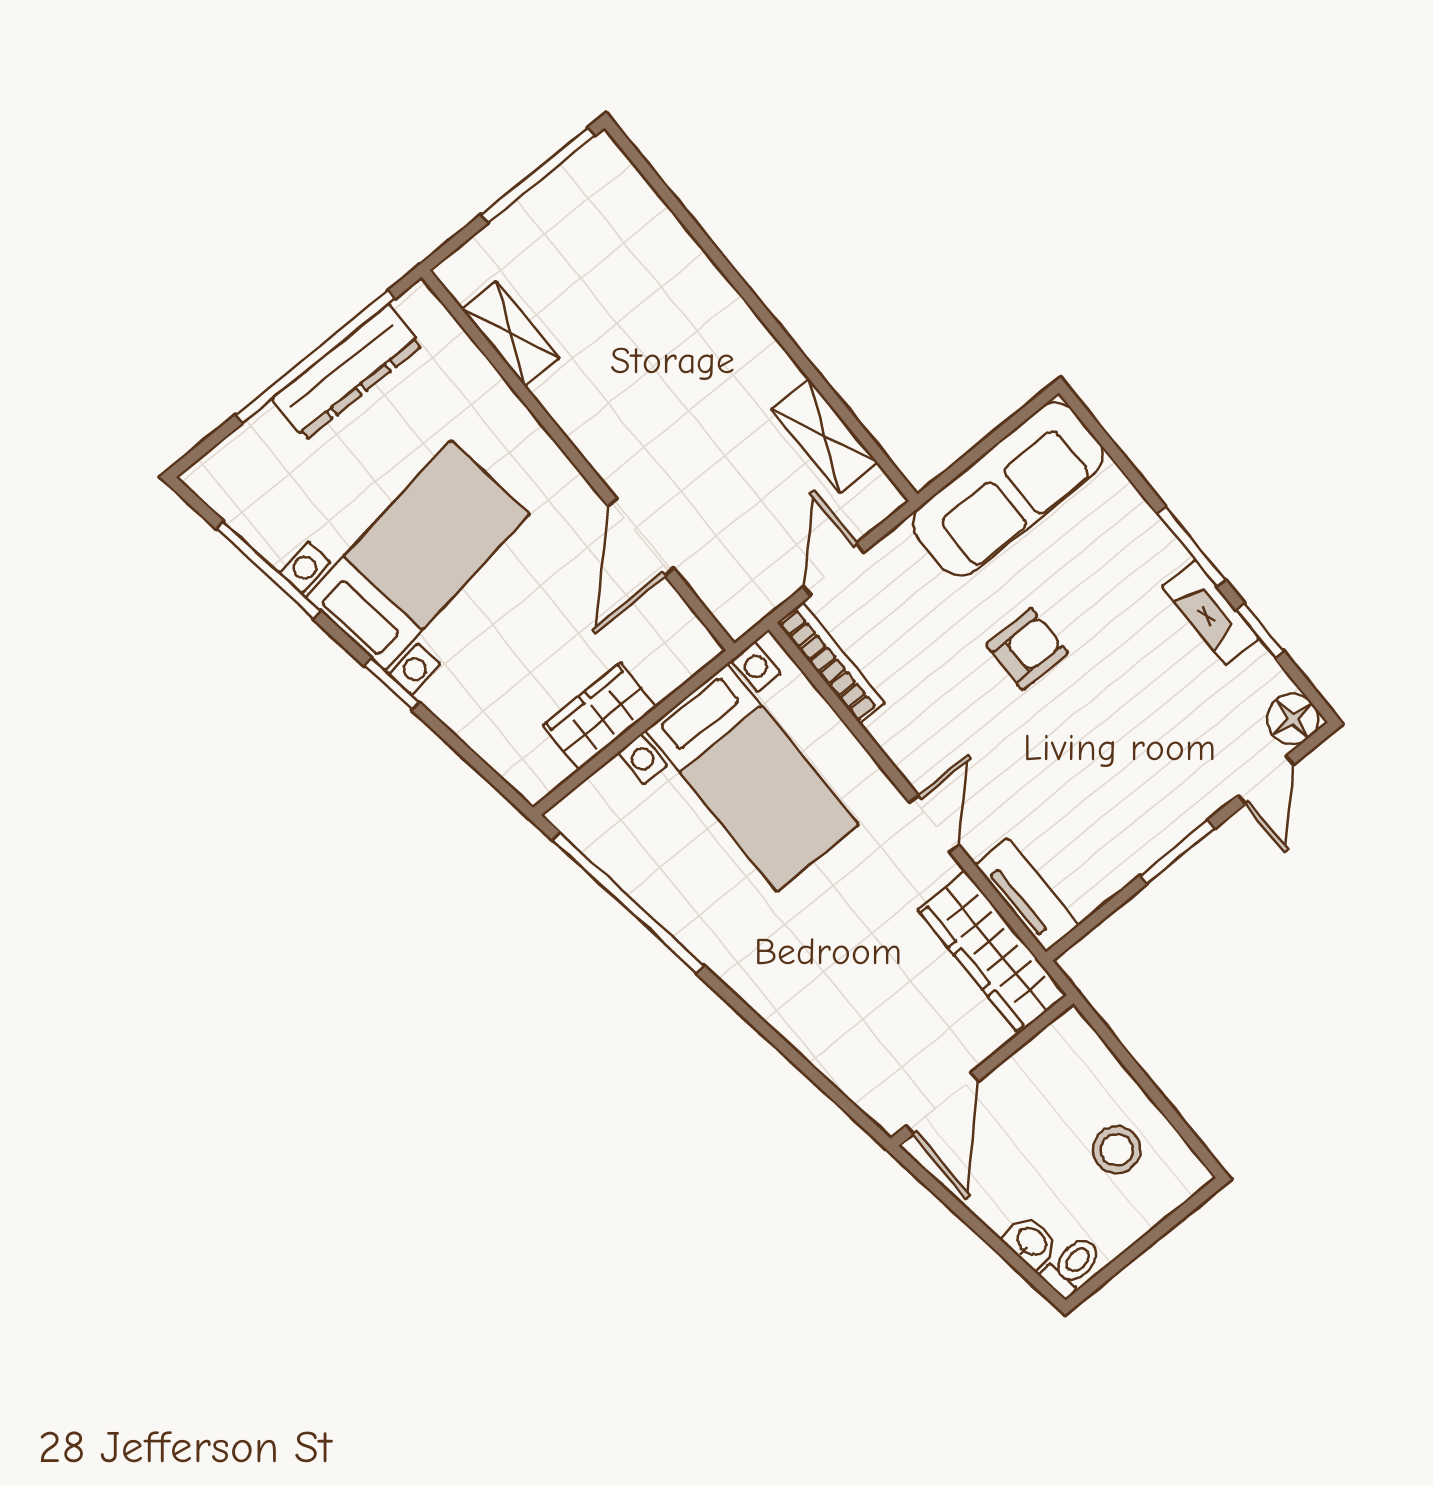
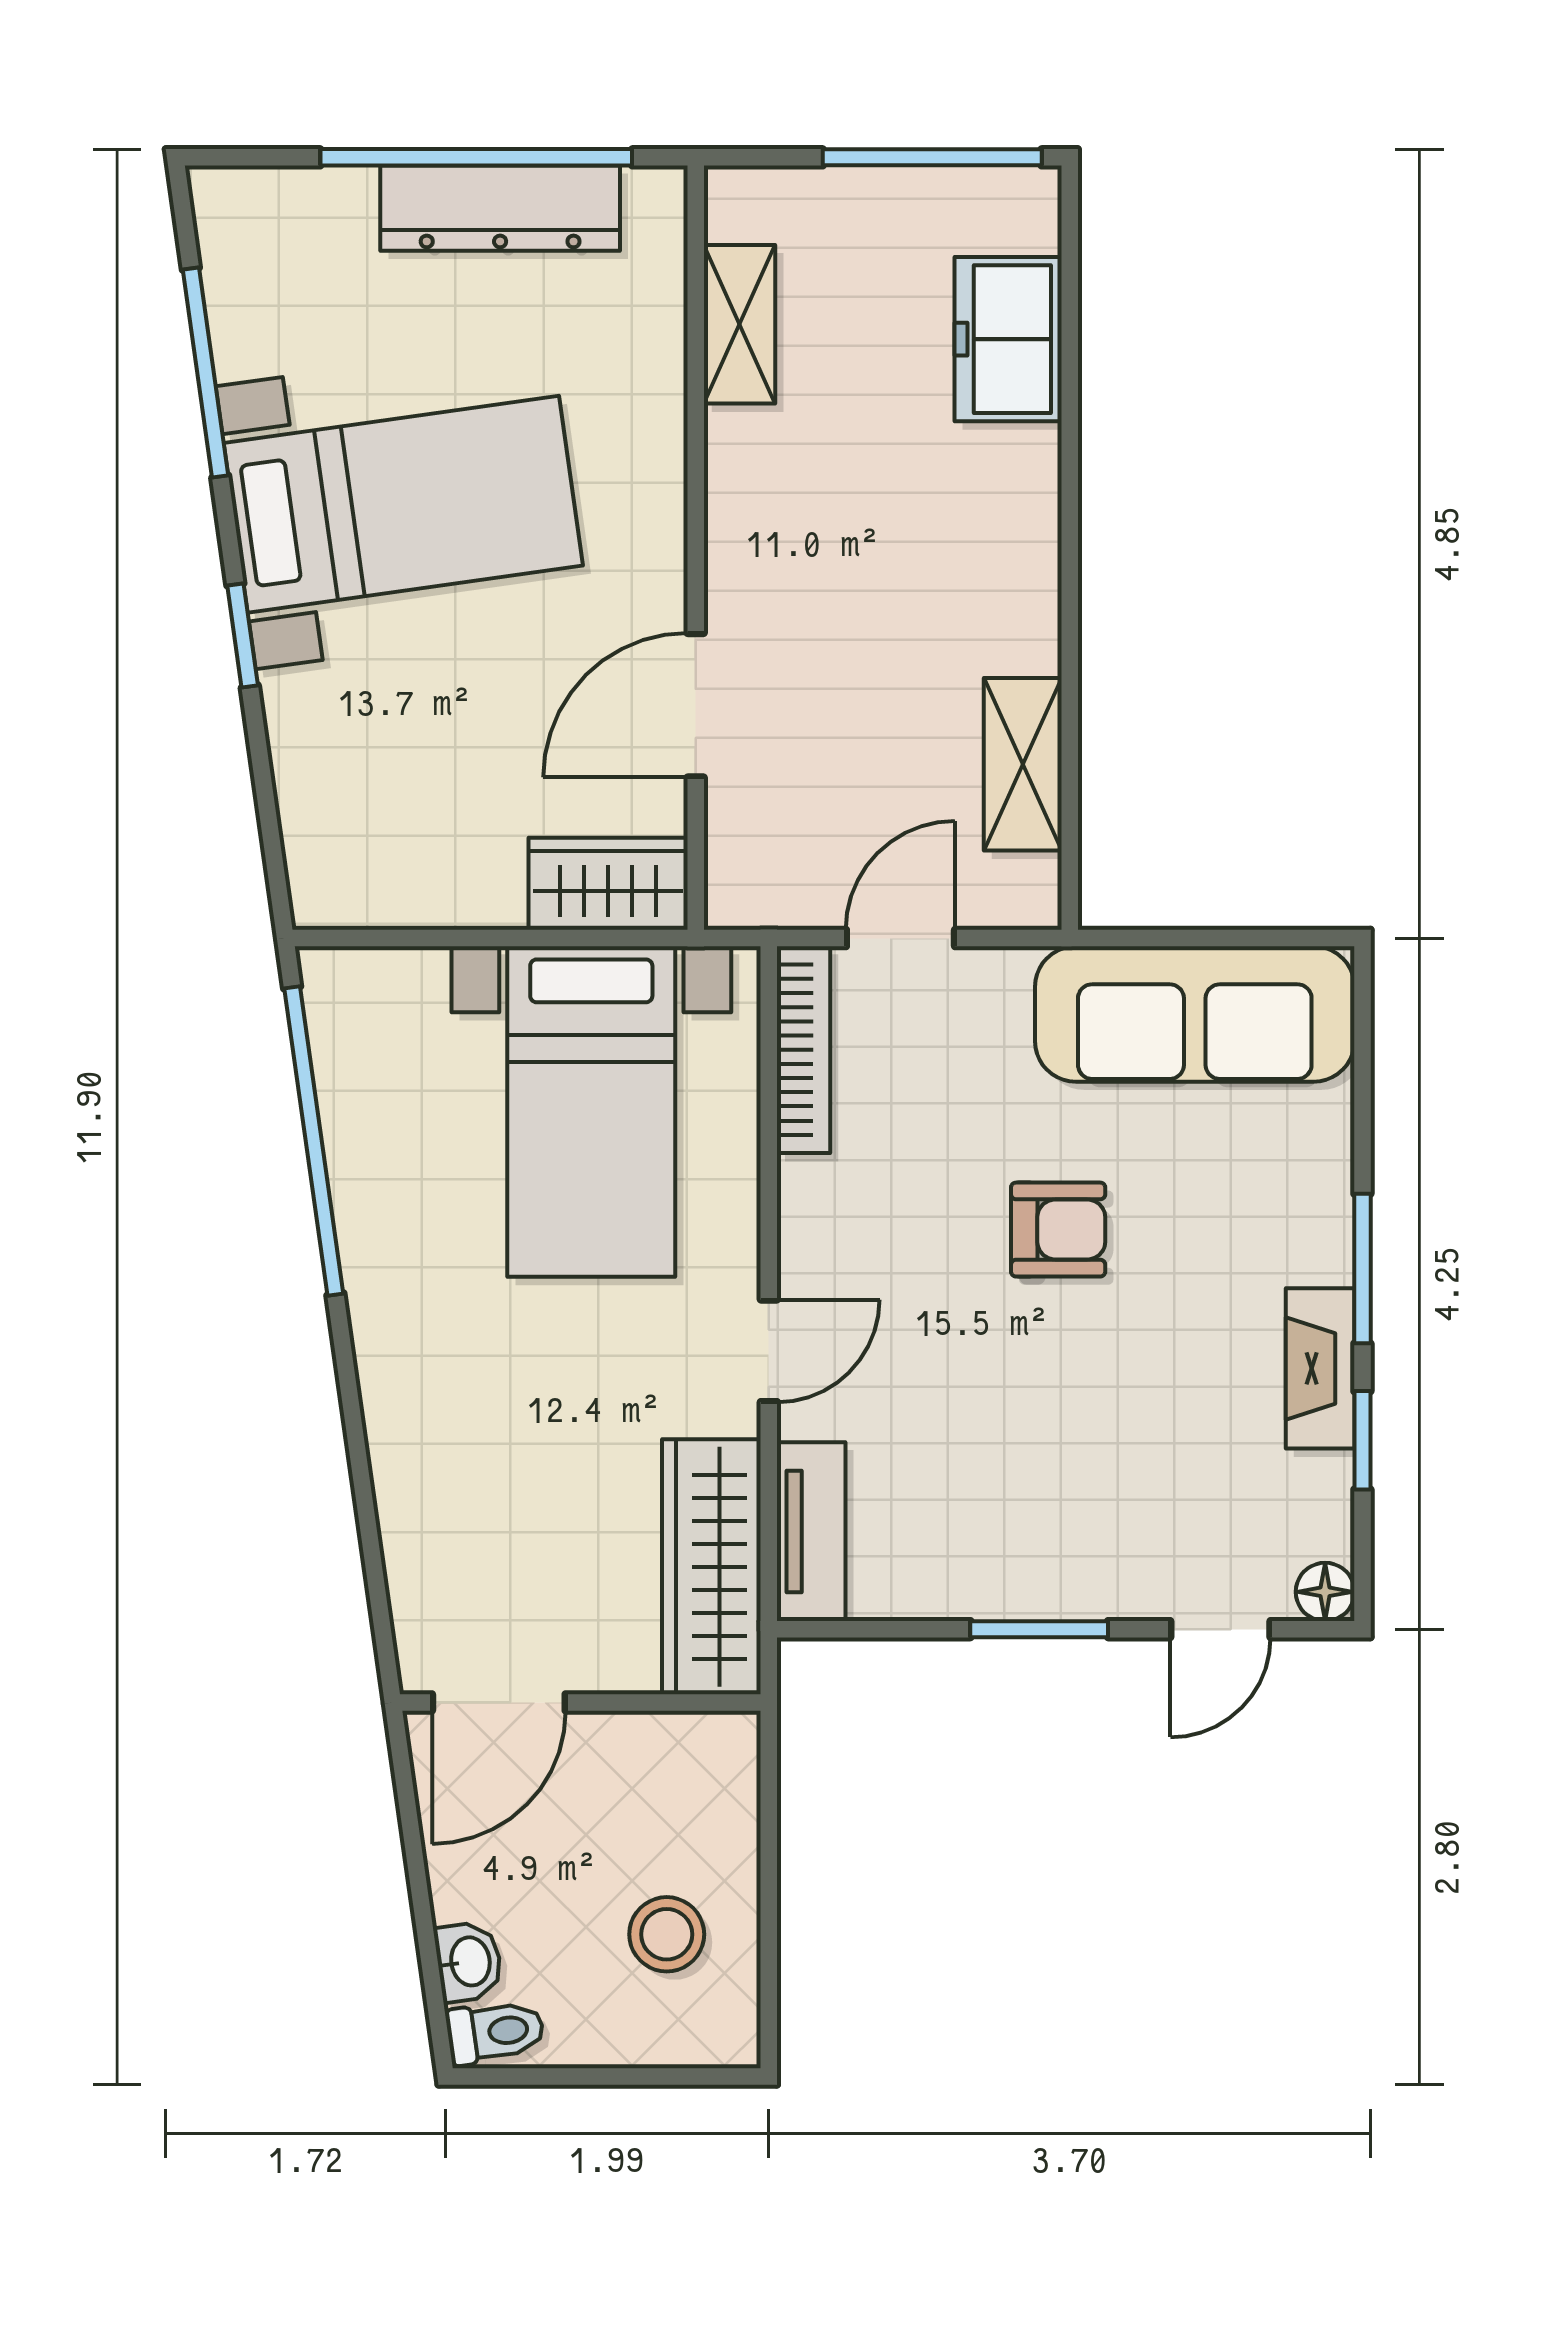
freezer: (648, 234) -> (1008, 339), added
wardrobe: (600, 716) -> (608, 884), moved
floor lamp: (1293, 719) -> (1325, 1592), width x0.73, depth x0.73

